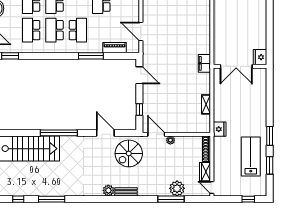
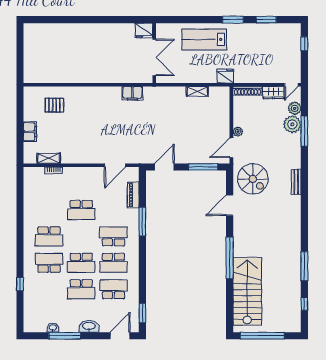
school desk: (31, 30) -> (113, 289), turned 180
filing cabinet: (204, 63) -> (132, 93), moved
window: (139, 110) -> (203, 167), width x2.17
lab bench: (251, 157) -> (204, 39), moved
plant: (108, 190) -> (295, 108), moved

